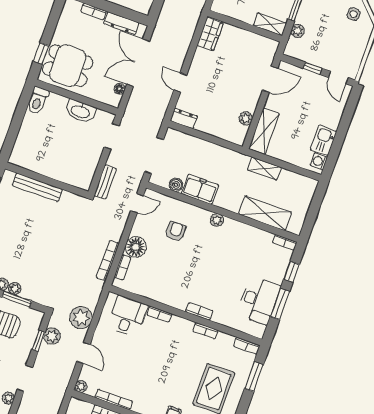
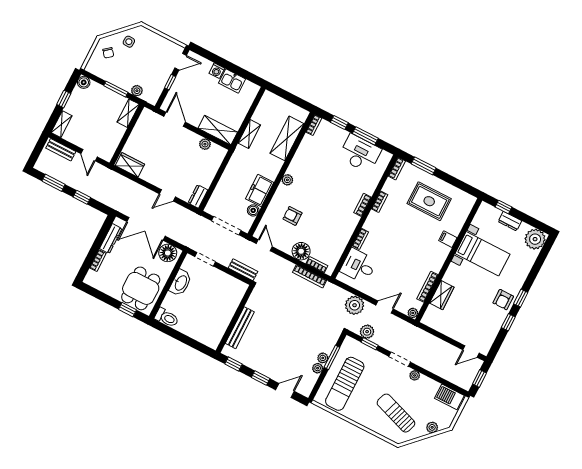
floor lamp: (120, 89) -> (168, 253), width x1.89, depth x1.89
washing machine: (319, 161) -> (217, 71), moved

